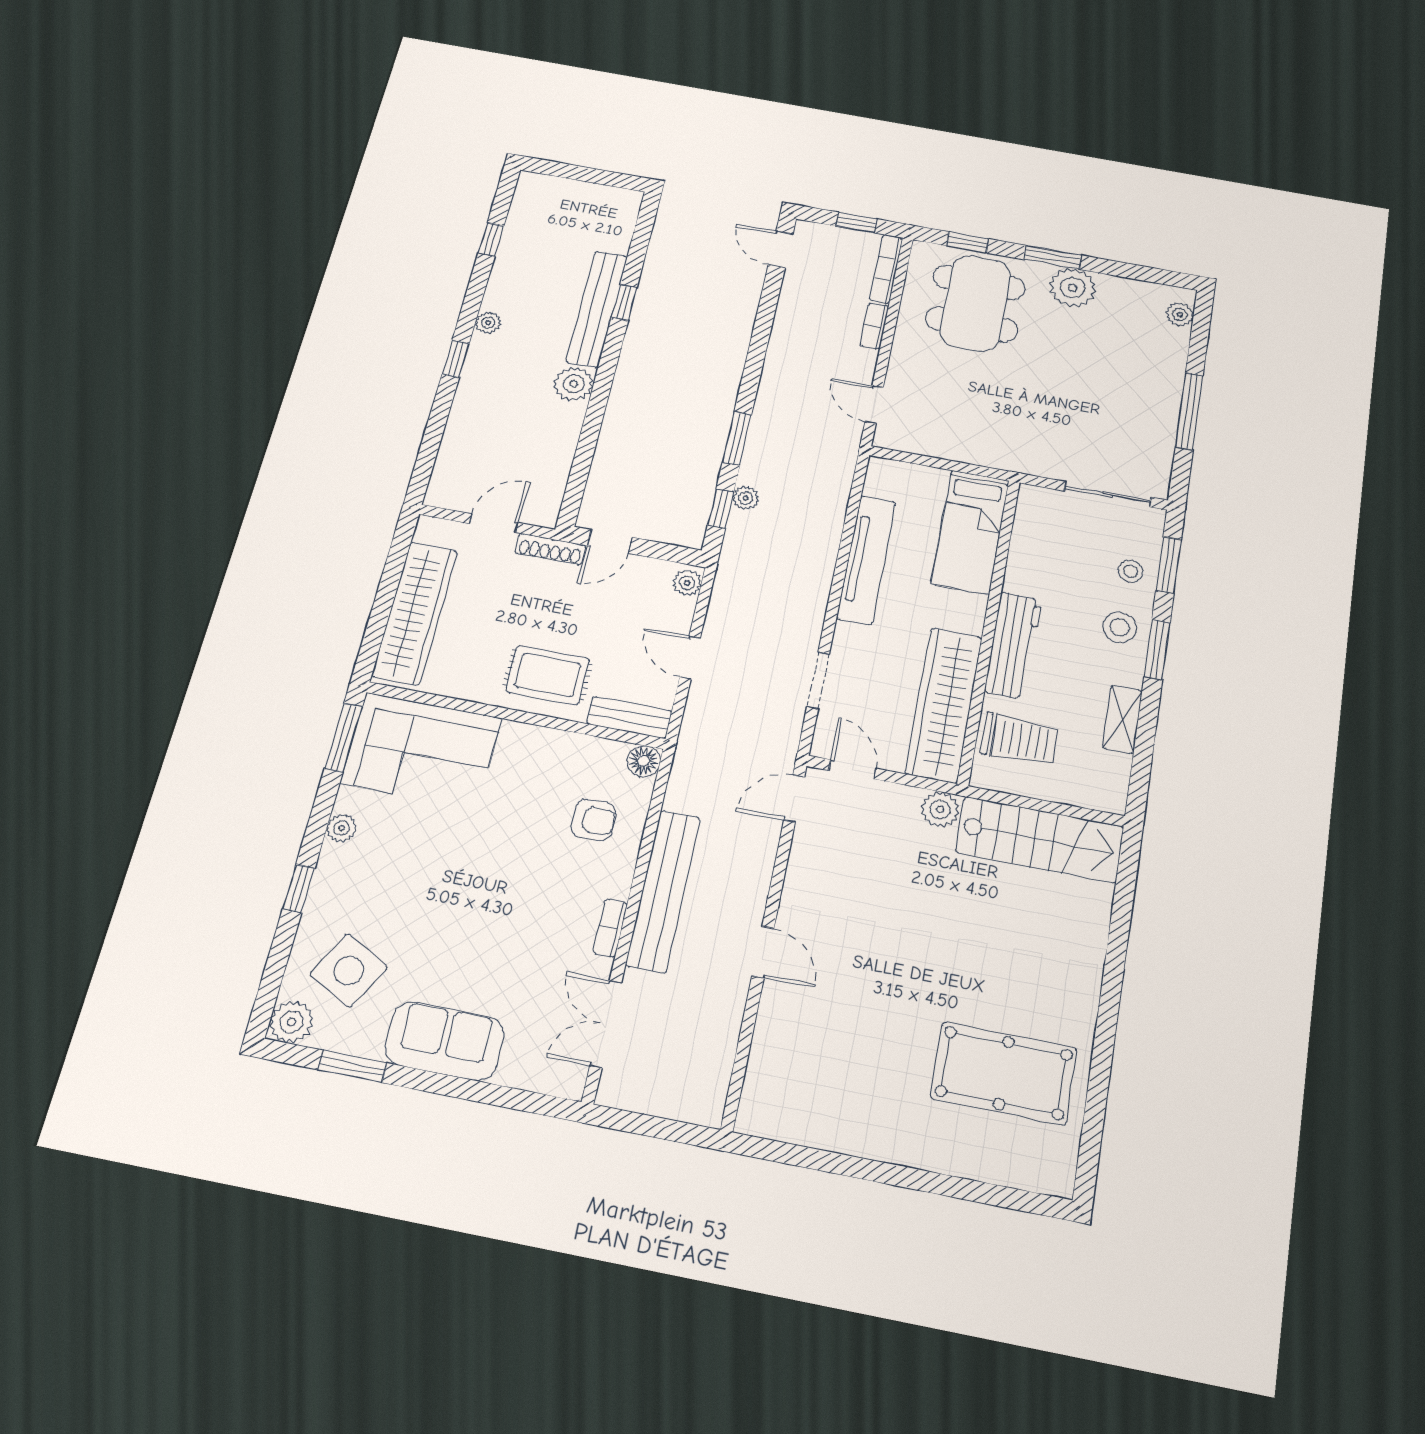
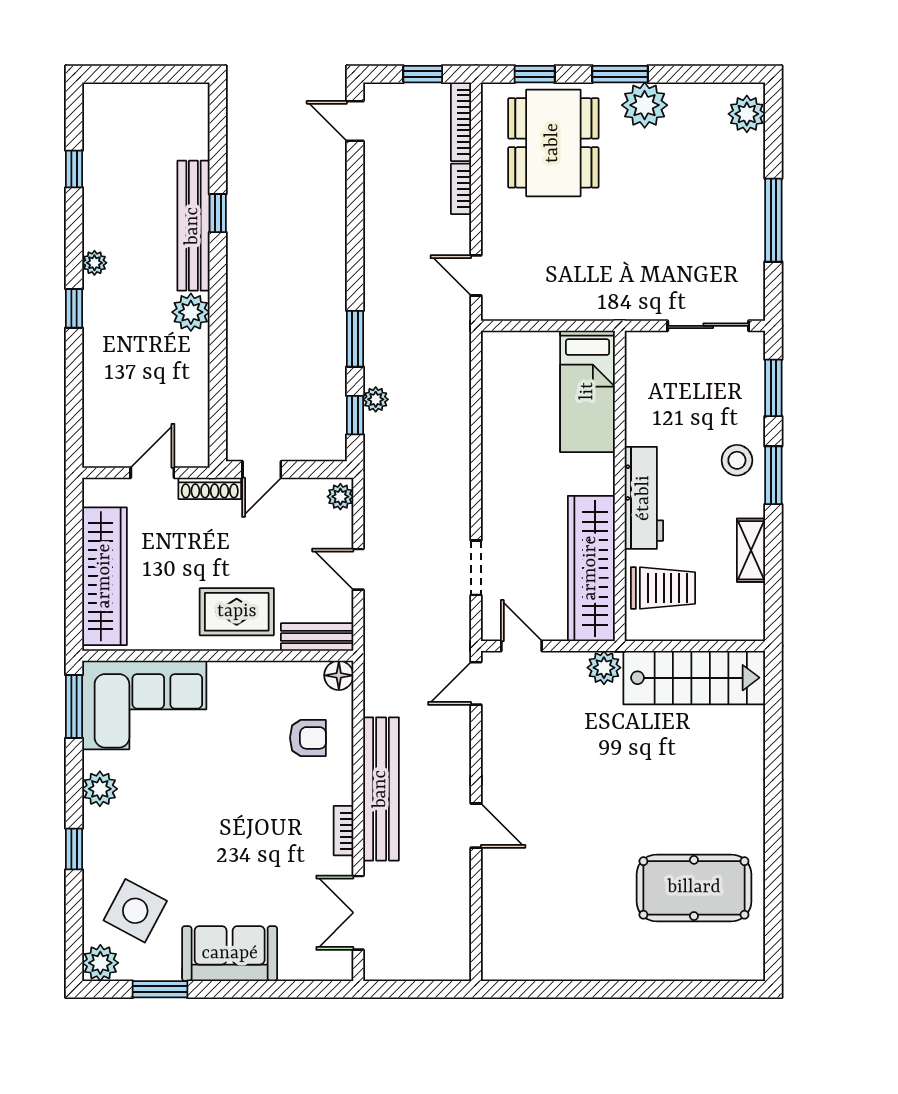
plant: (1180, 314) -> (747, 114), width x1.38, depth x1.38
tv unit: (866, 560) -> (497, 440), removed
stool: (1131, 571) -> (739, 402), removed
plant: (341, 828) -> (100, 789), width x1.38, depth x1.38

